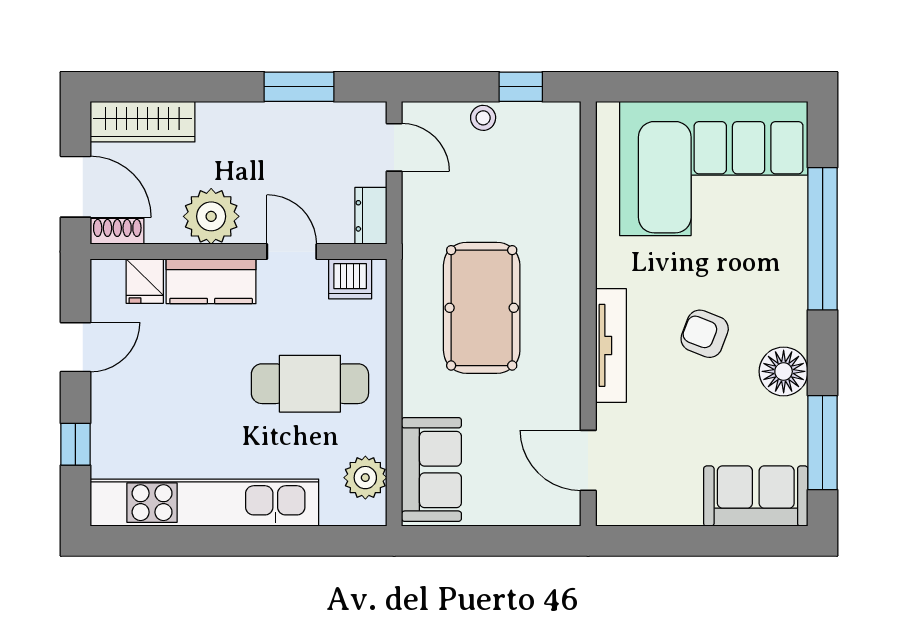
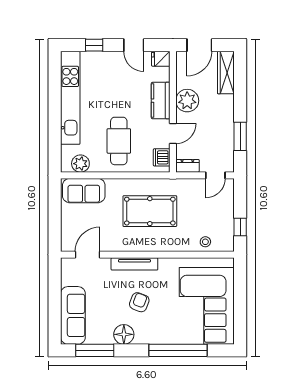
stool: (483, 118) -> (205, 242), moved
shoe rack: (117, 231) -> (181, 62), removed
fridge: (145, 281) -> (161, 59), moved
sofa: (756, 496) -> (73, 315), width x1.36

